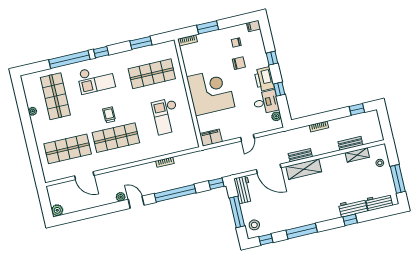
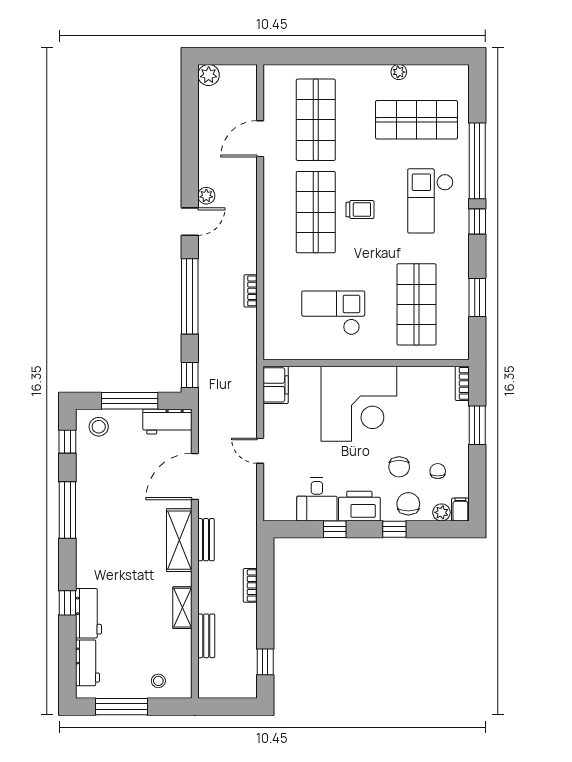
chair: (257, 54) -> (408, 504), added
plant: (276, 116) -> (441, 512), moved
shelving: (357, 155) -> (182, 608), moved

